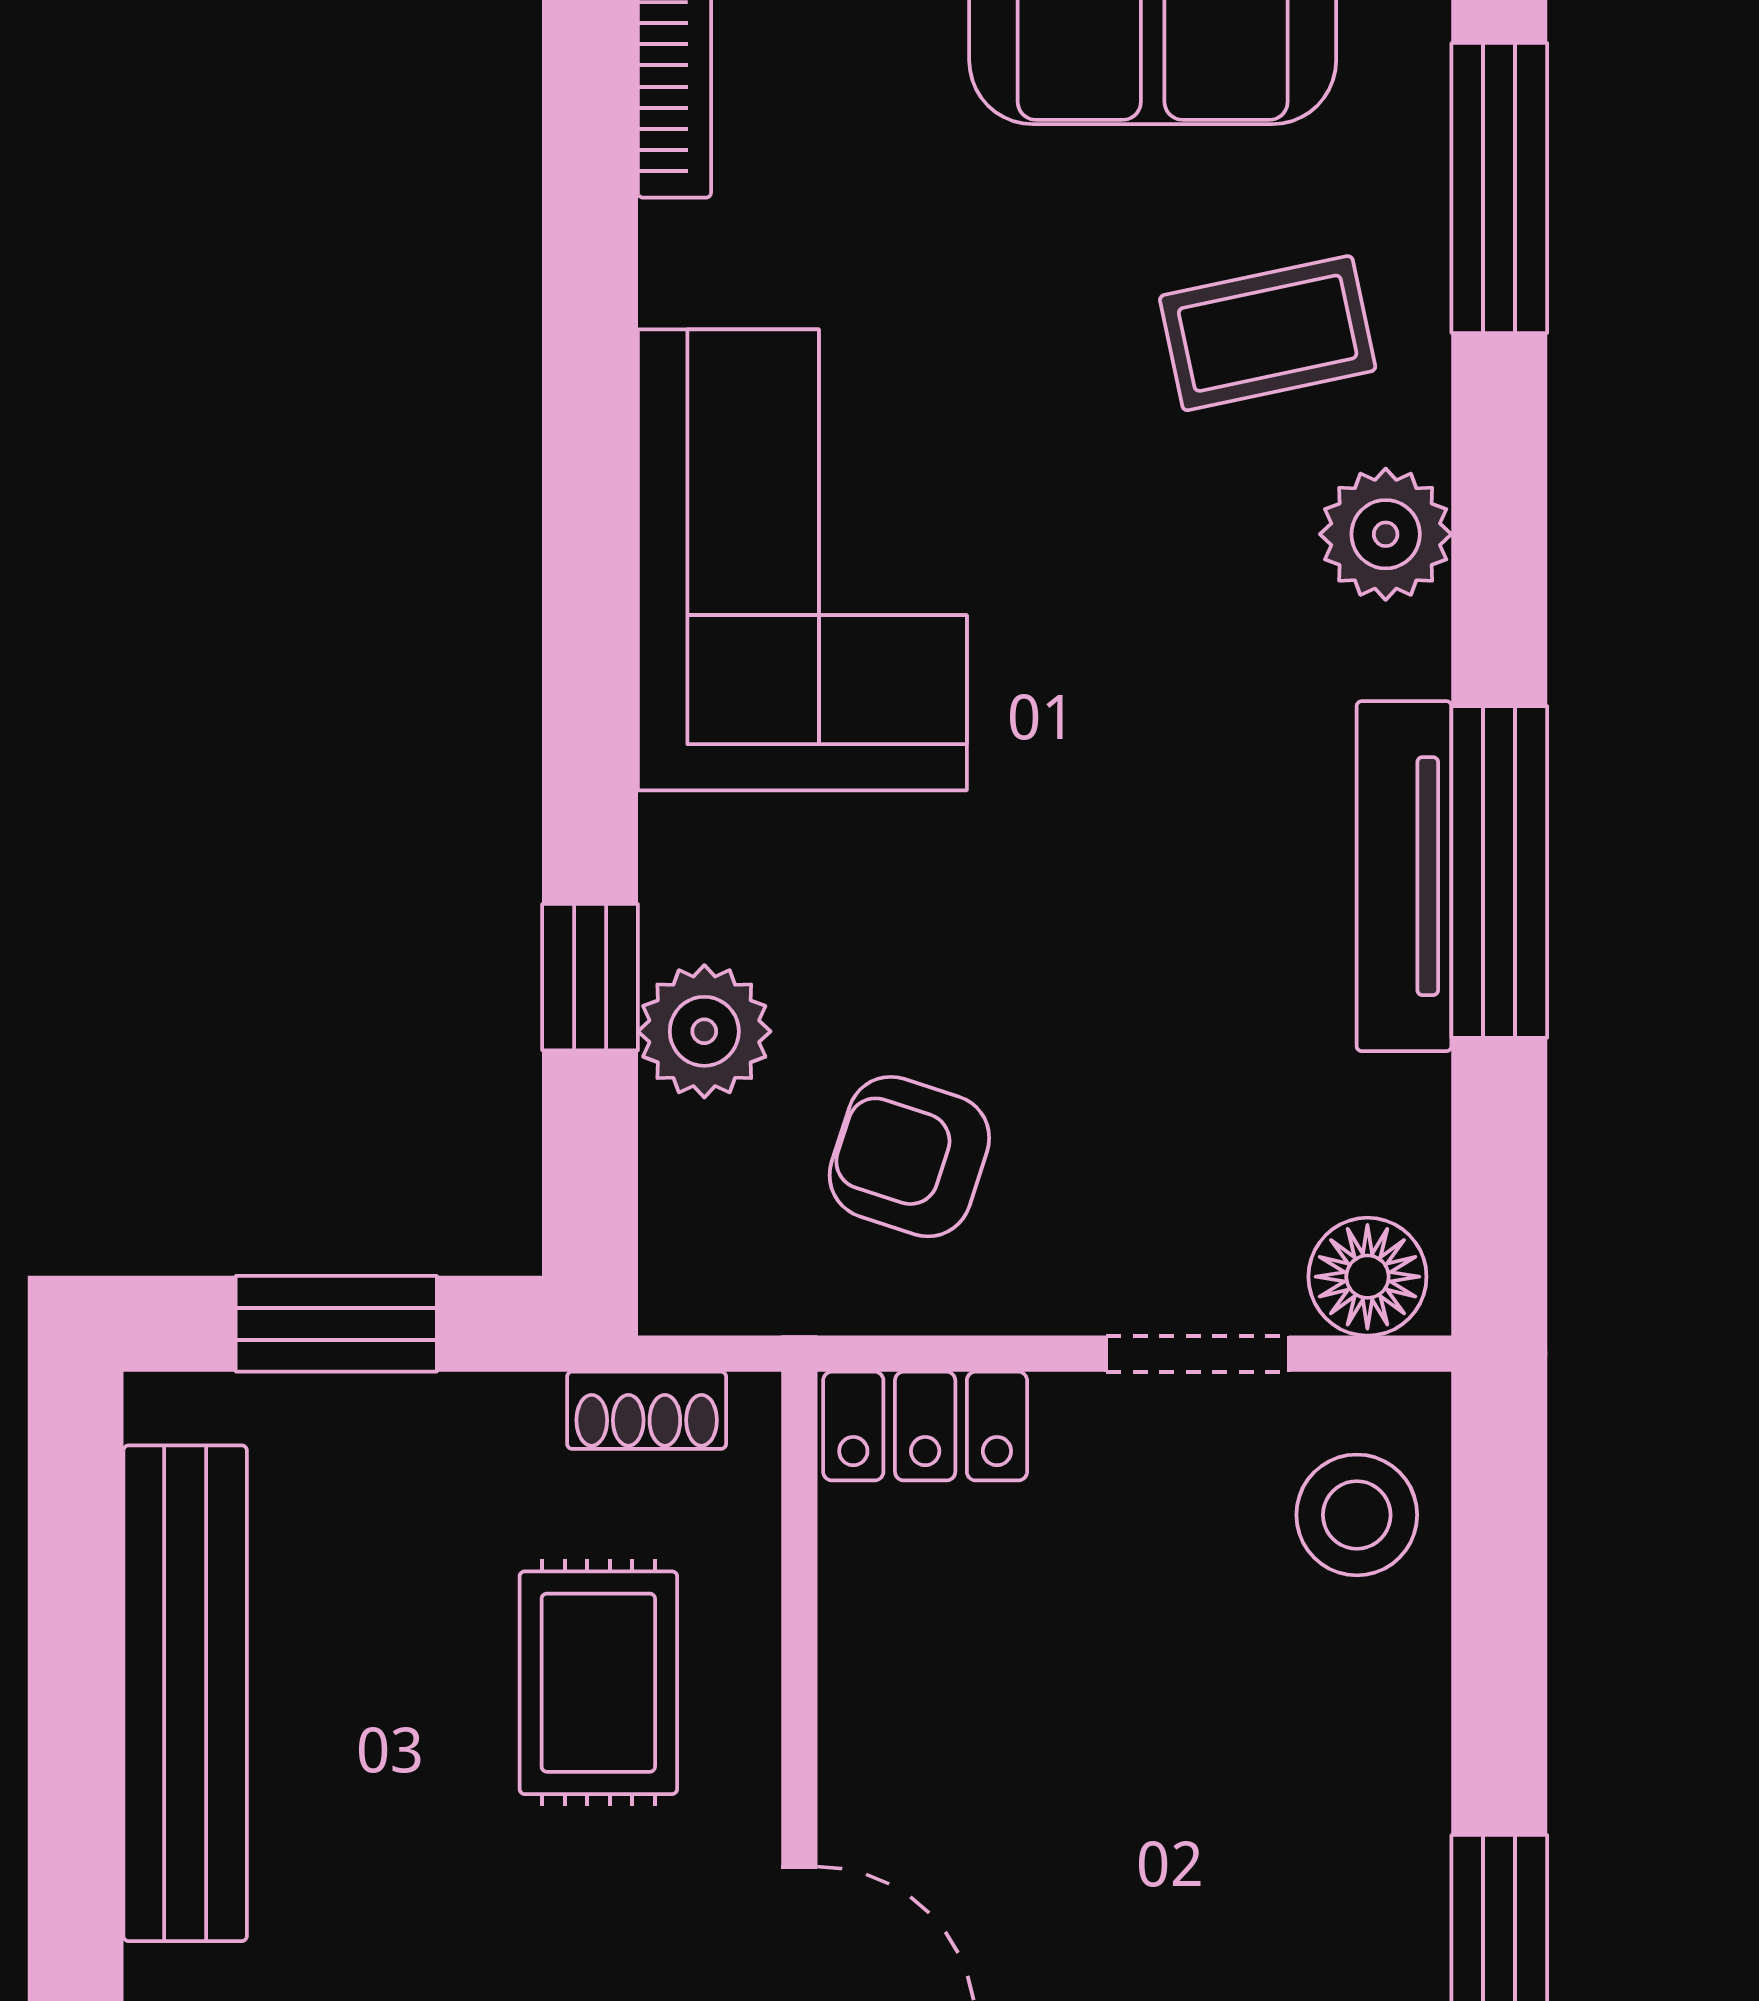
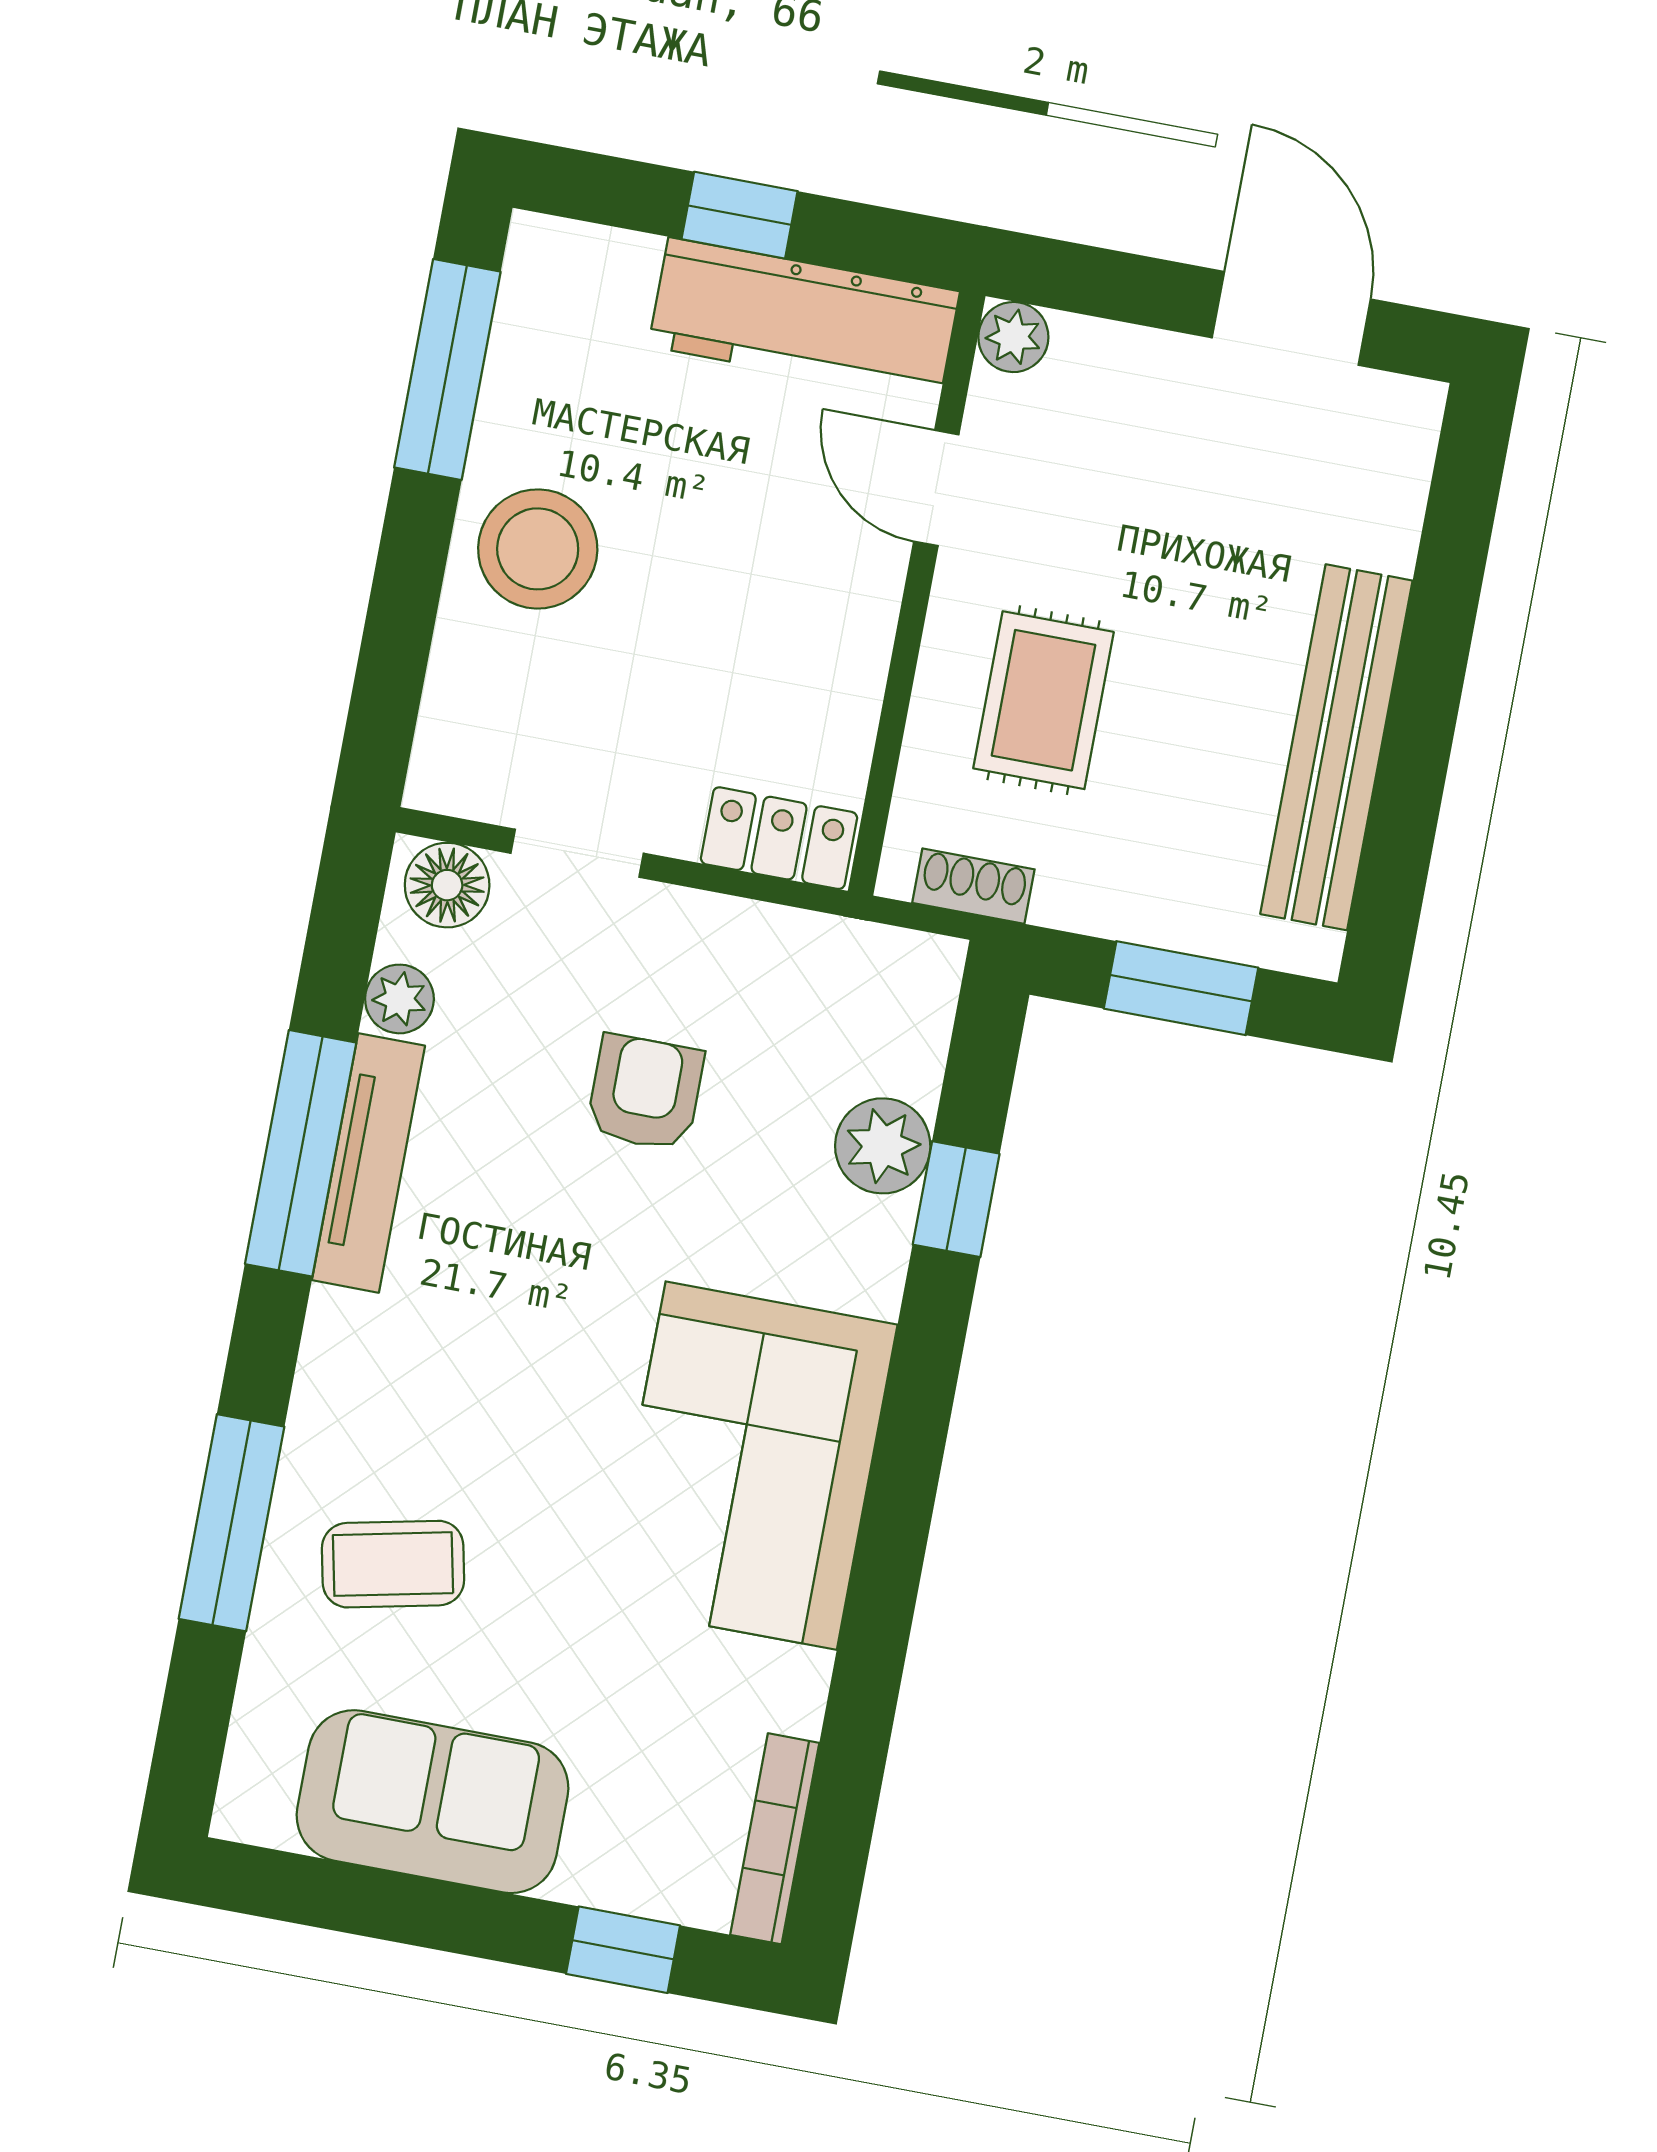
window: (1499, 188) -> (231, 1523), moved
plant: (1386, 534) -> (399, 999), moved, width x0.73, depth x0.73
armchair: (909, 1157) -> (645, 1093), moved, turned -108
stool: (1357, 1515) -> (538, 549), moved, width x1.38, depth x1.38

